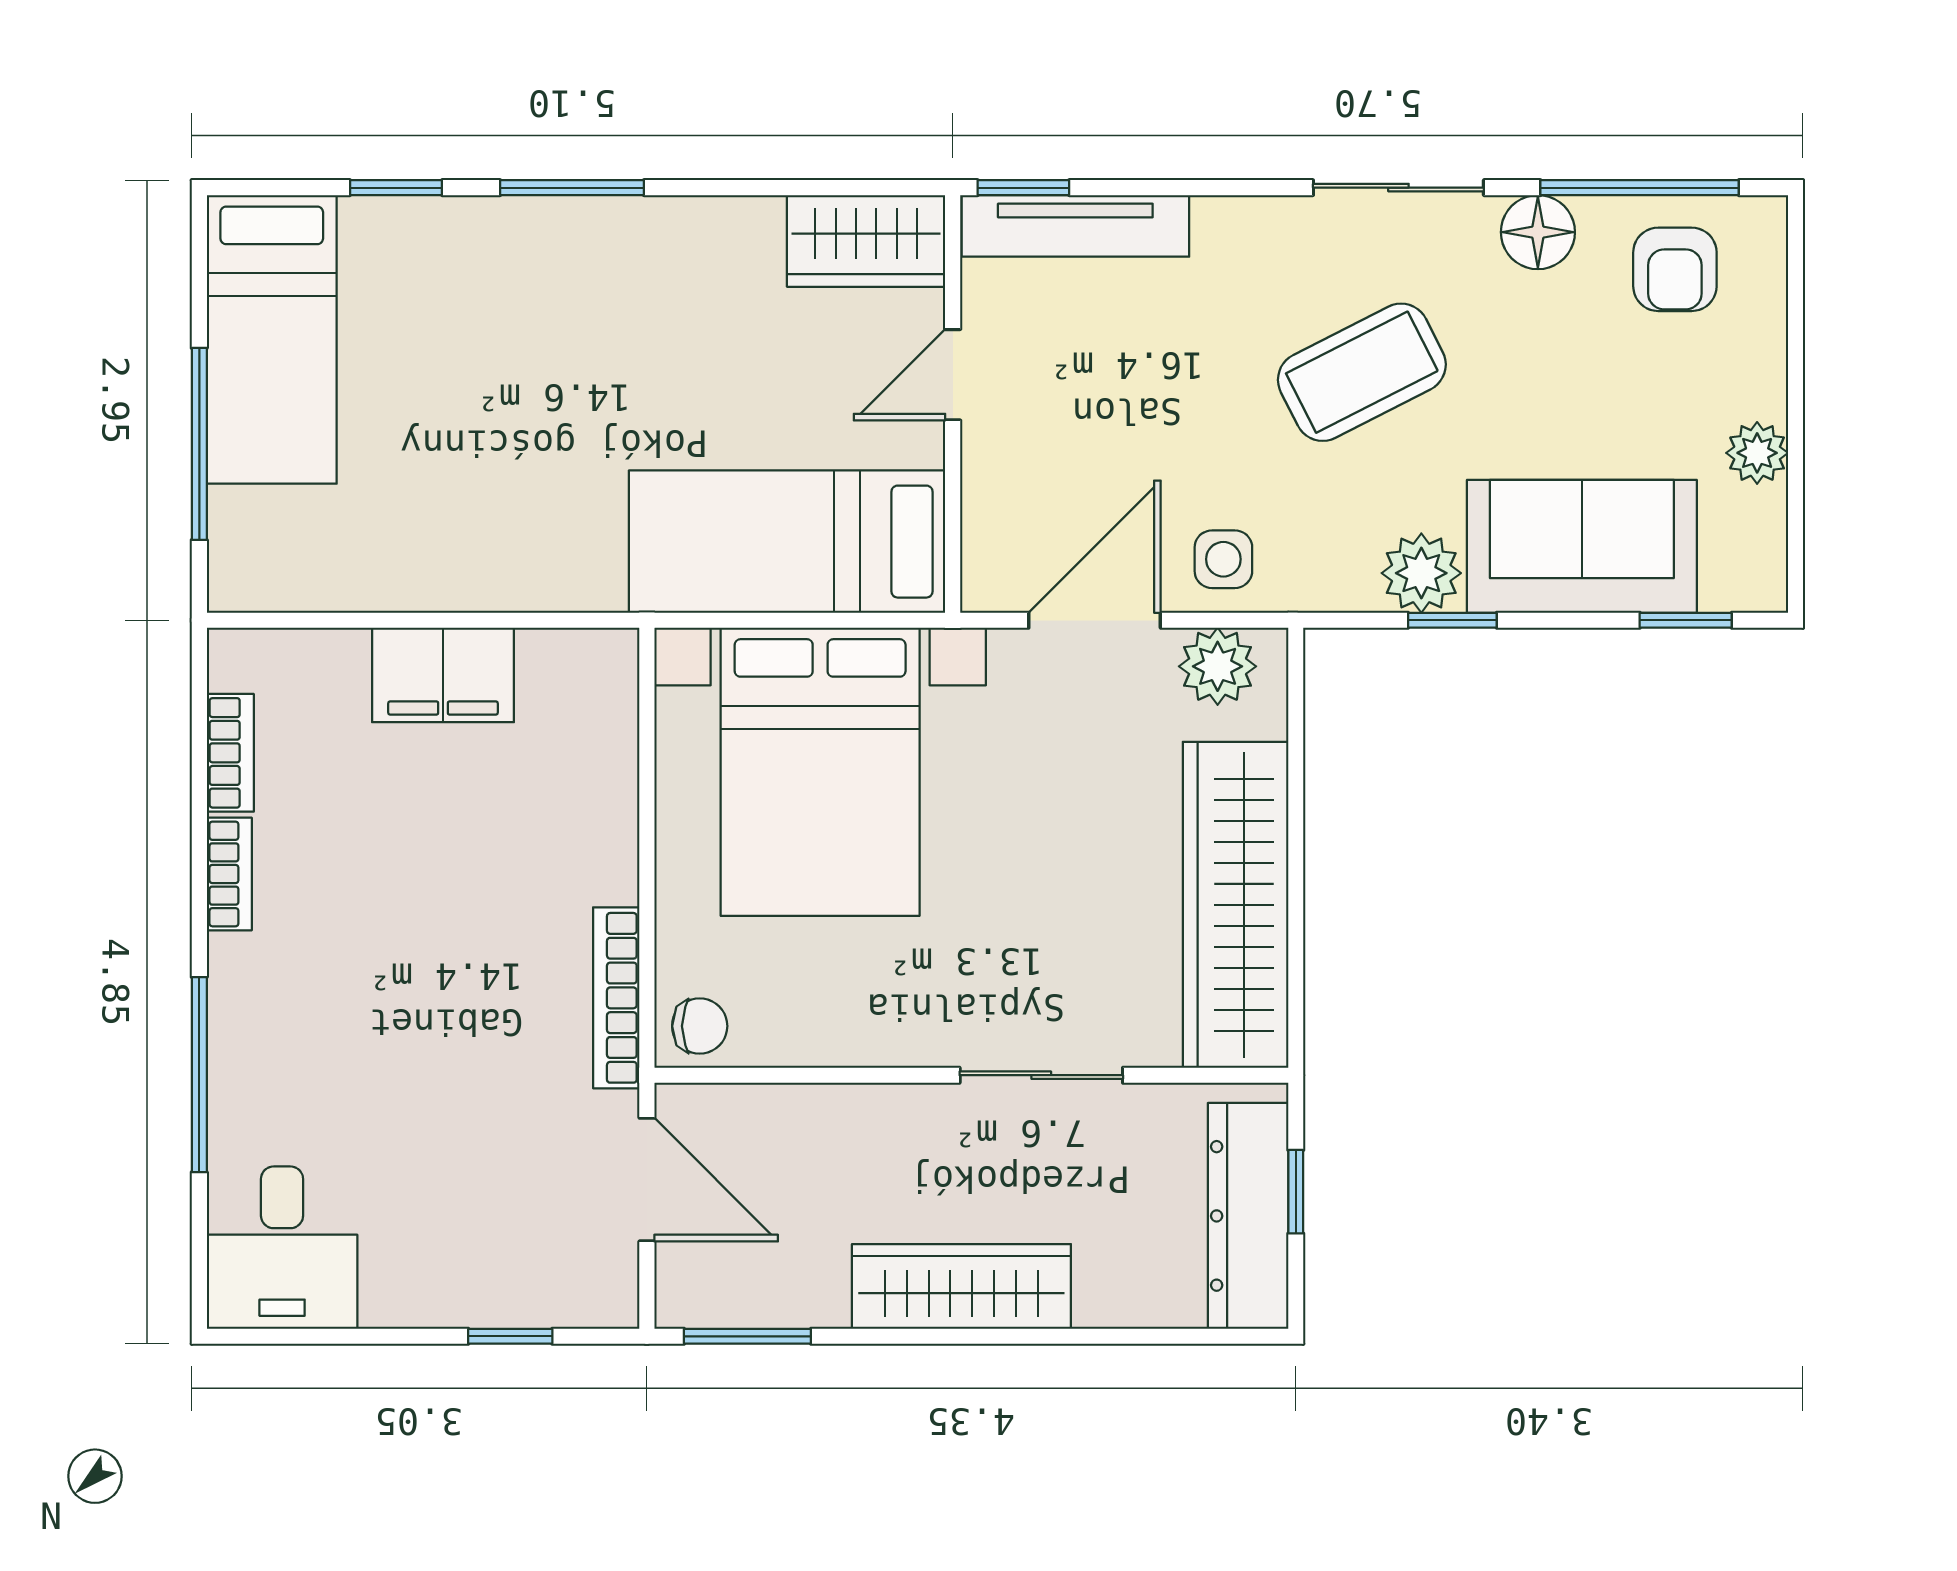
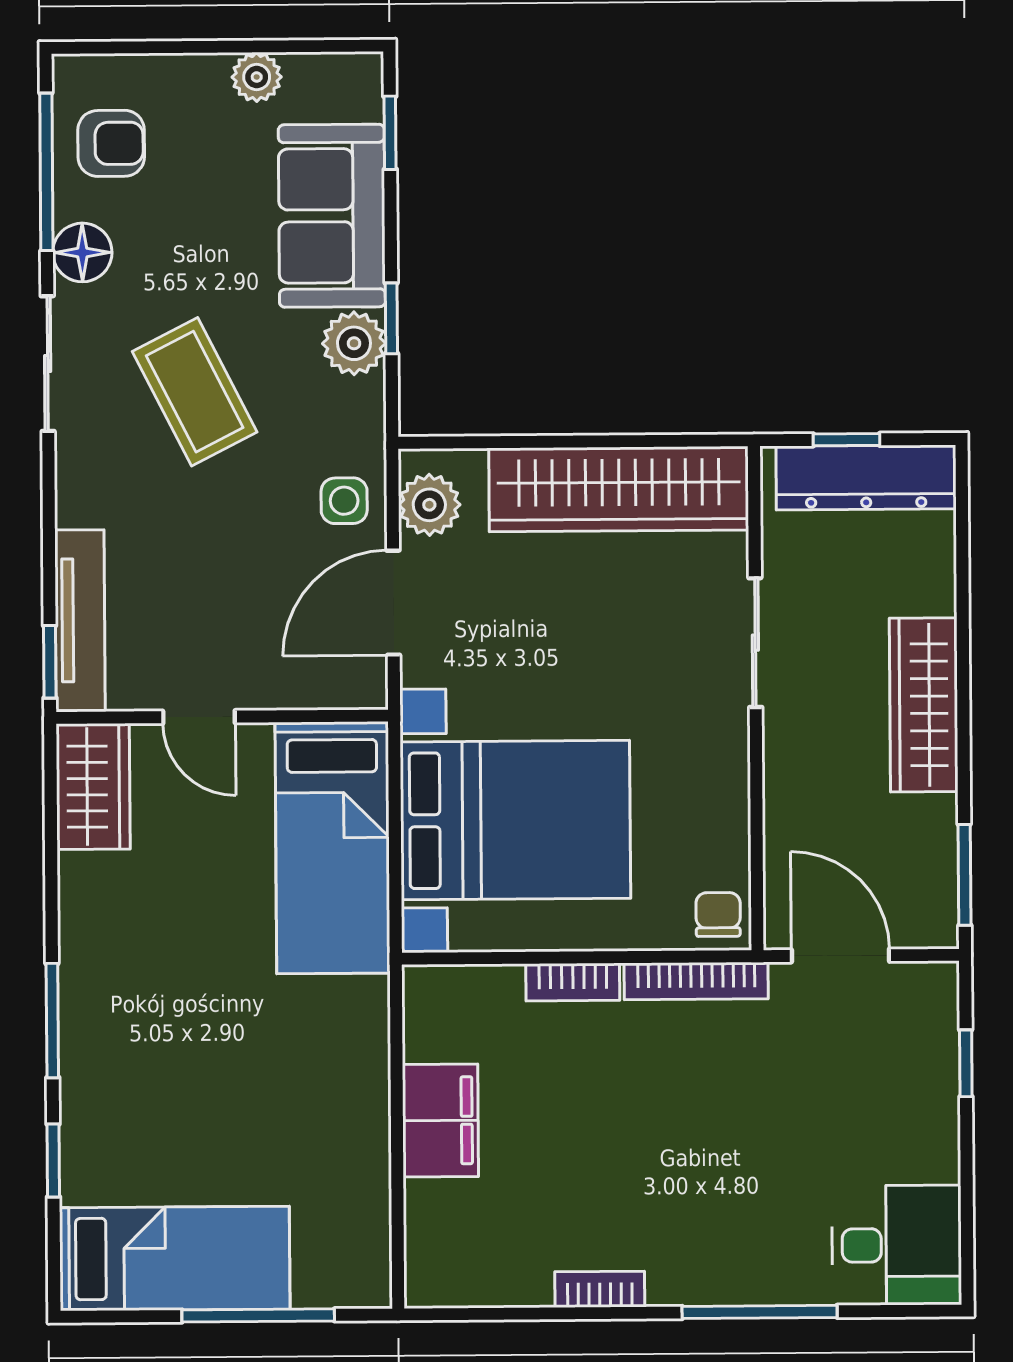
door: (1095, 620) -> (393, 603), hinge flipped
bookcase: (230, 753) -> (573, 982), moved, turned 180
door: (647, 1180) -> (840, 956), hinge flipped

